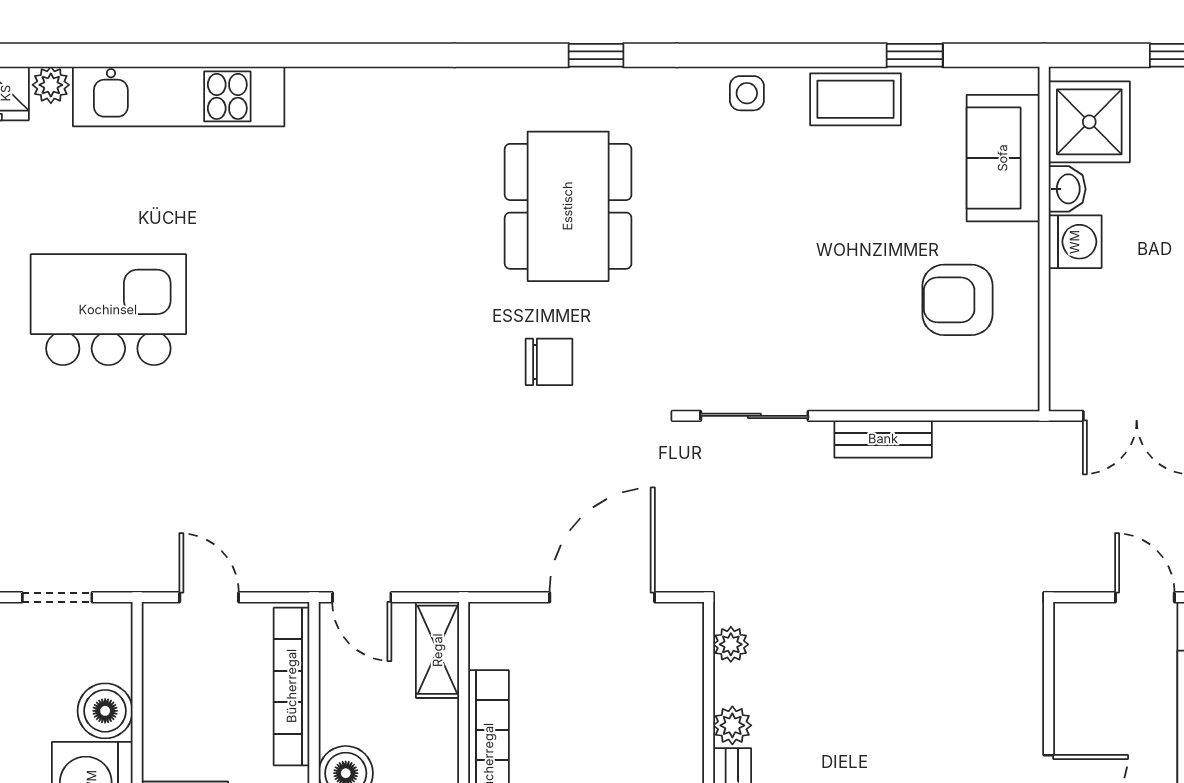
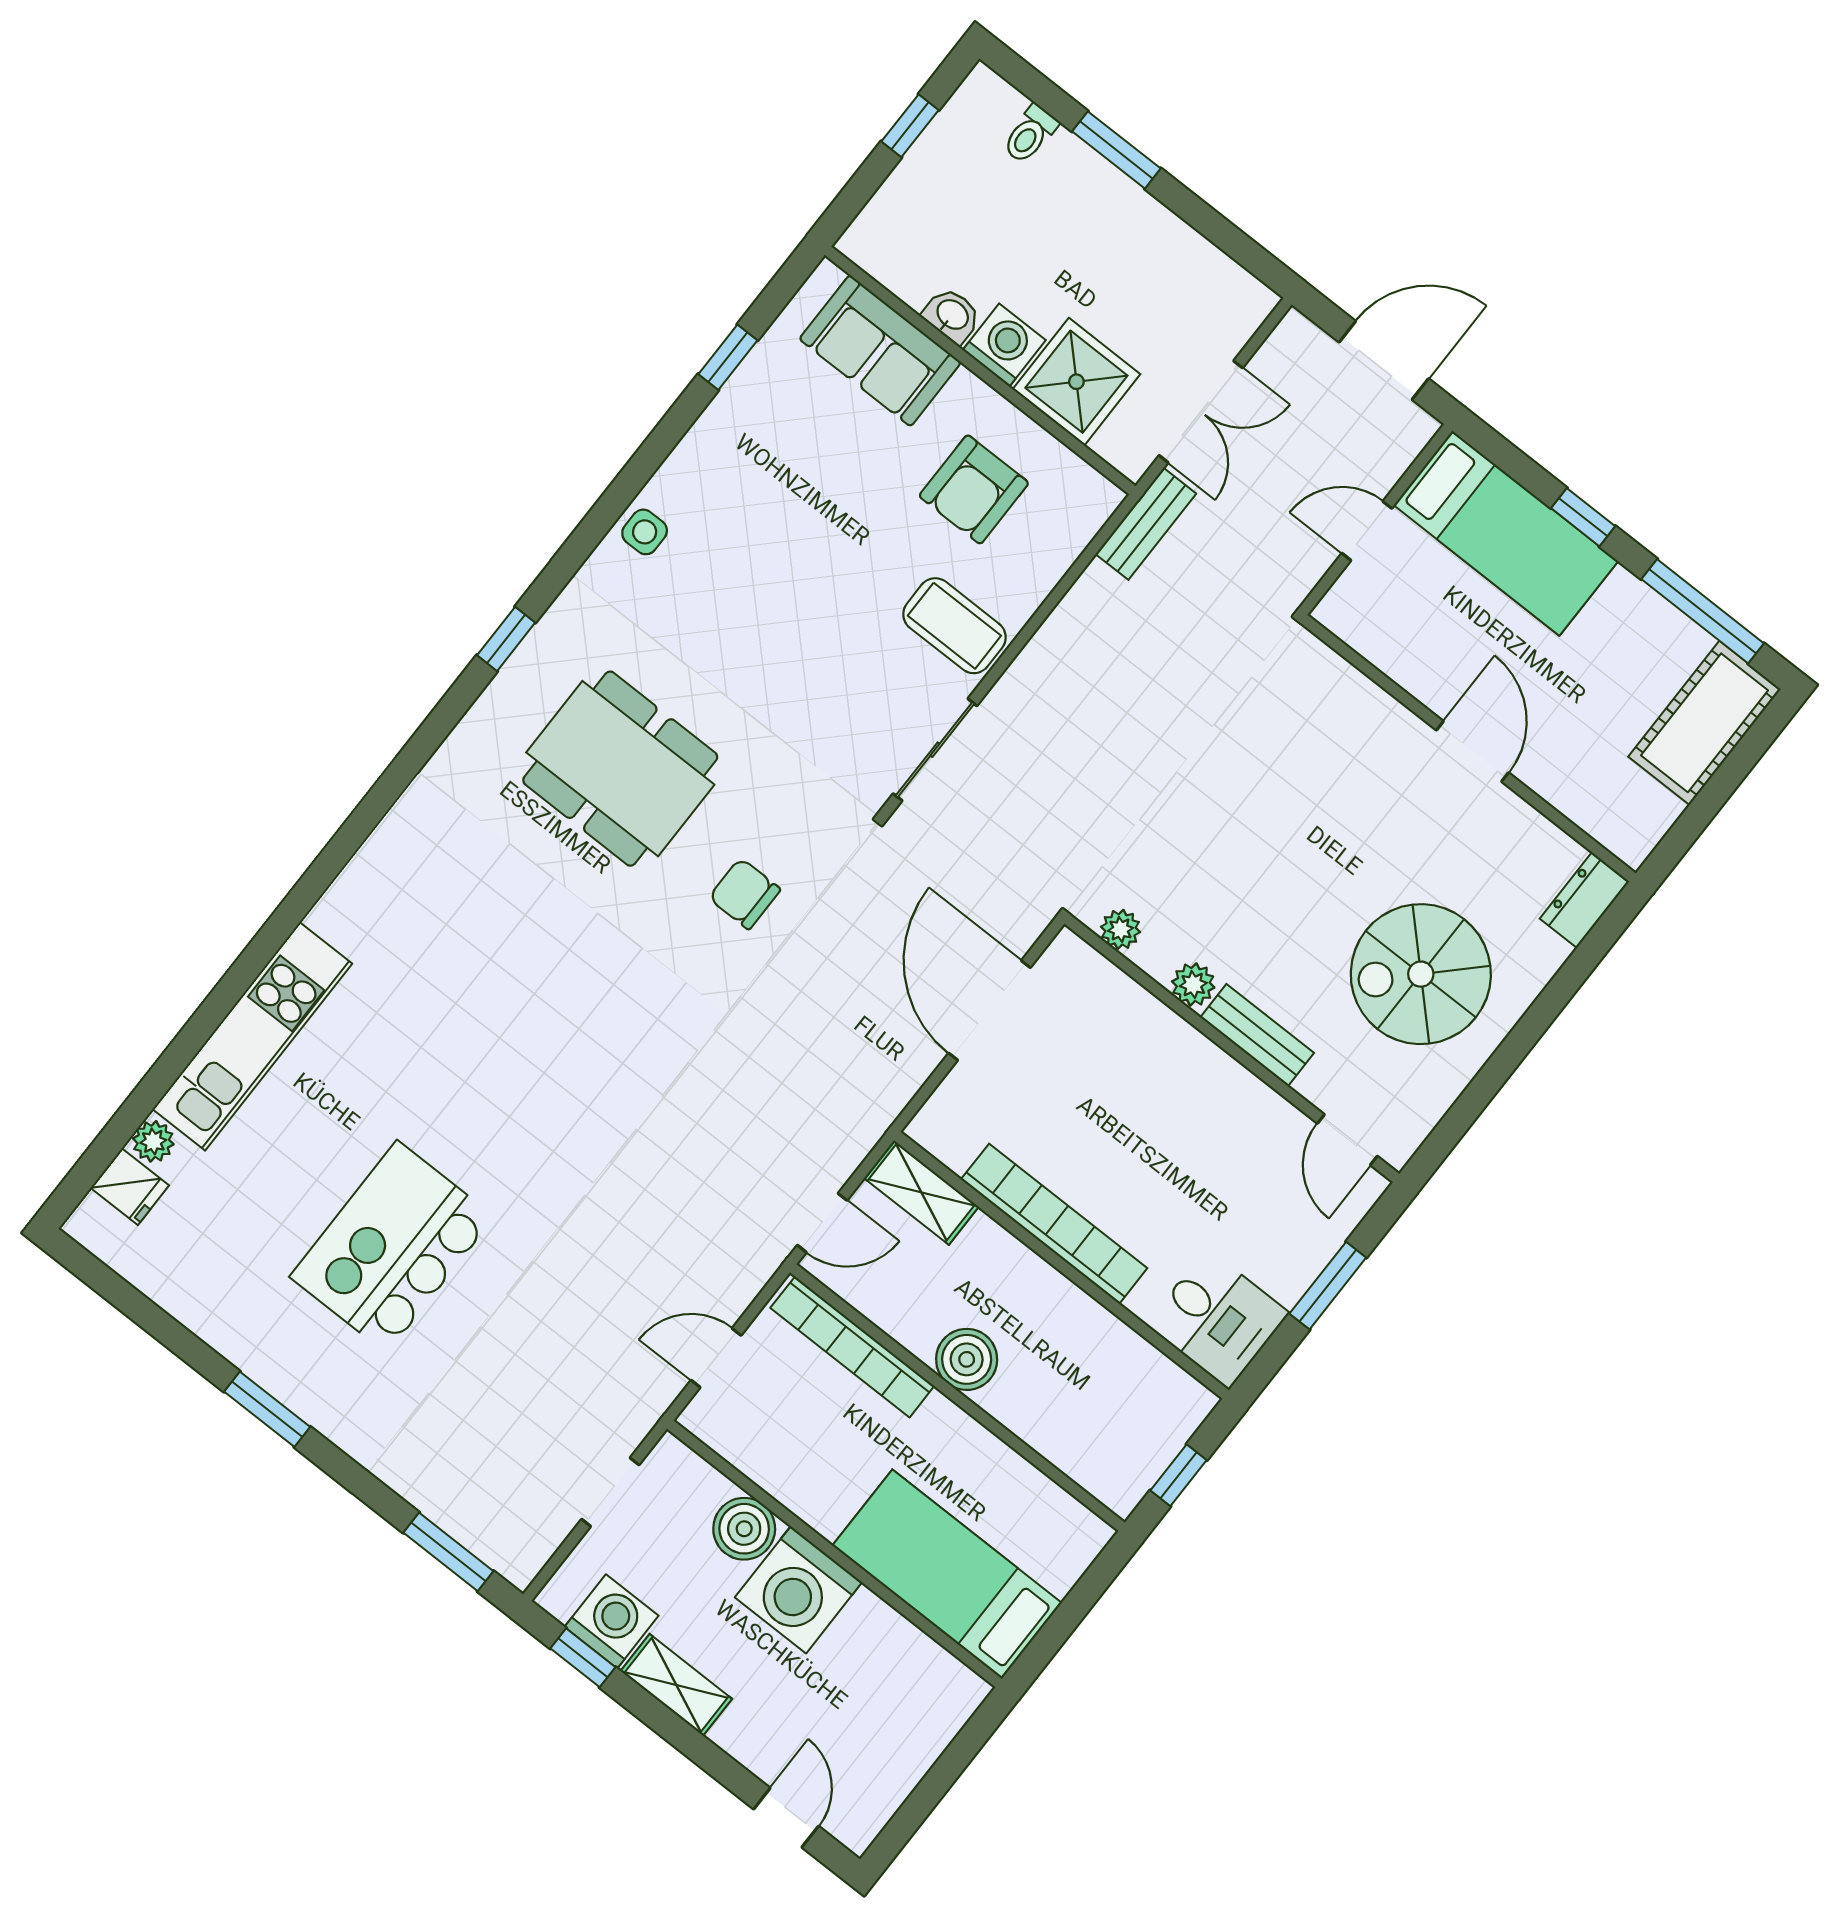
coffee table: (855, 99) -> (954, 626), moved, turned 90
shower: (1089, 122) -> (1076, 382), moved
chair: (549, 362) -> (744, 894), turned -90
bench: (883, 439) -> (1146, 524), moved

